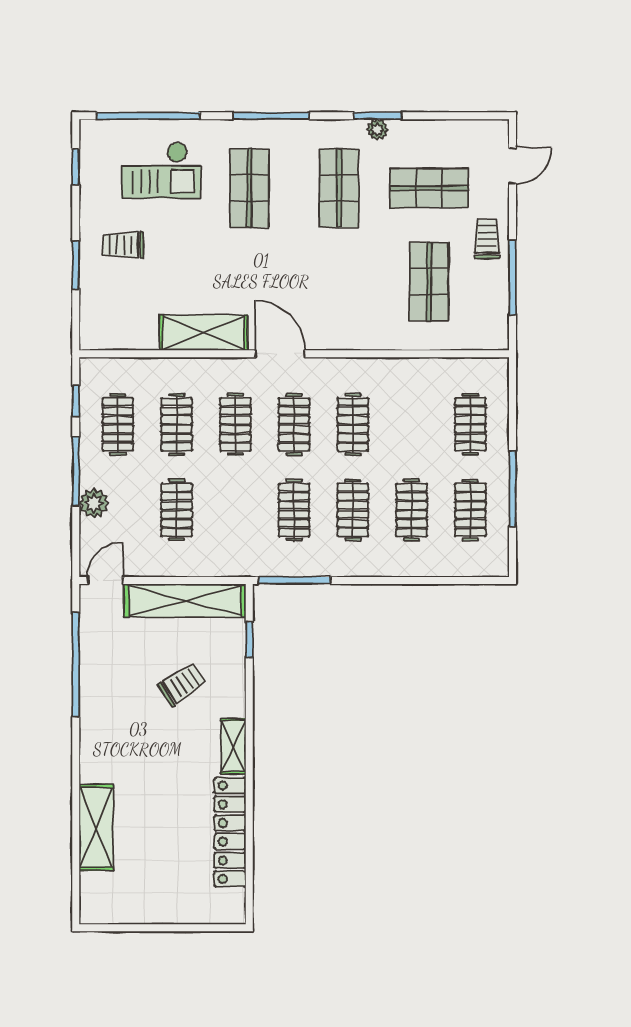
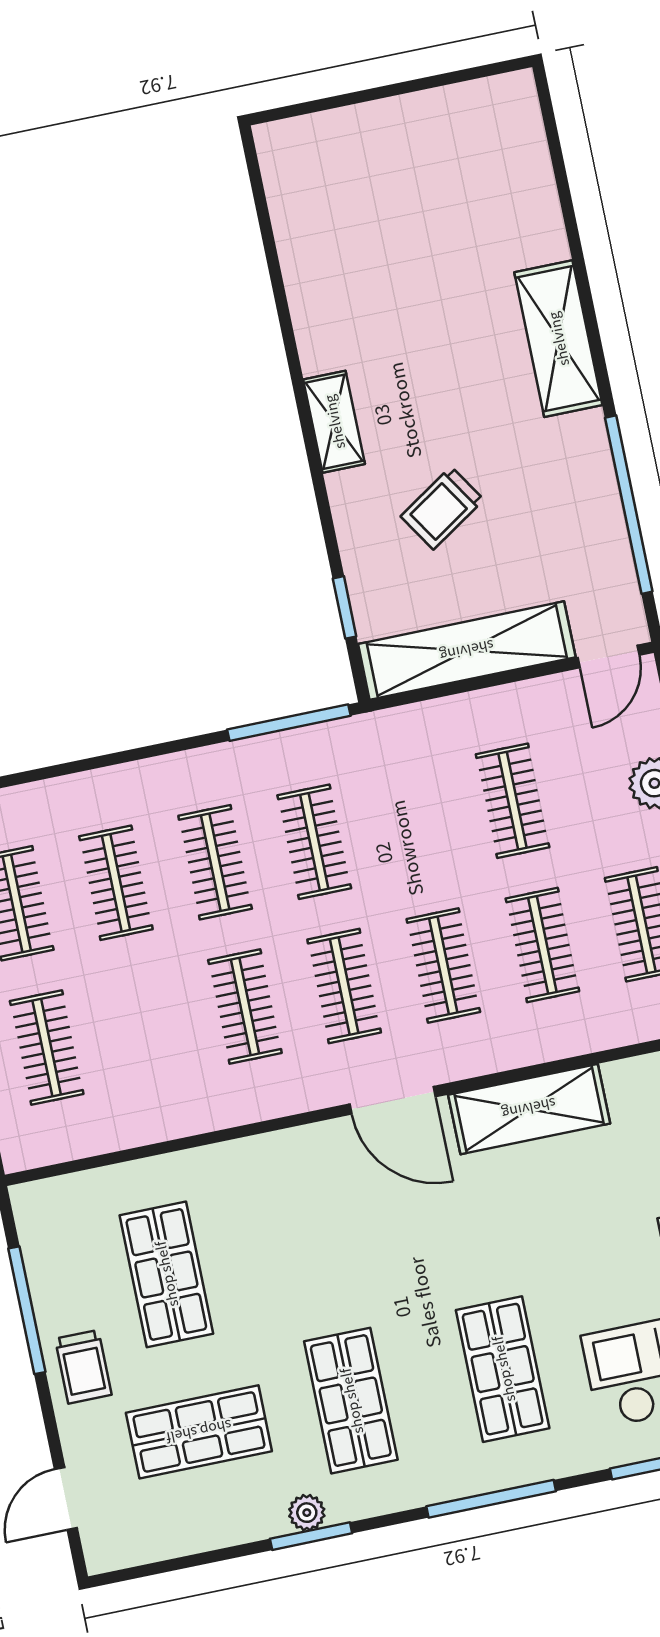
shelving: (96, 827) -> (558, 339), moved
locker: (230, 832) -> (310, 275), removed

